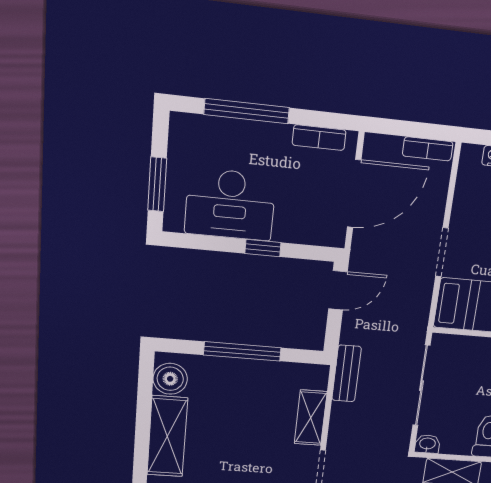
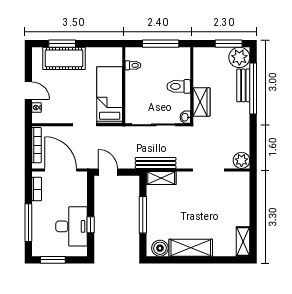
bookcase: (428, 149) -> (36, 145), width x1.56
window: (157, 184) -> (53, 260), moved
window: (263, 248) -> (91, 225), moved
bench: (347, 373) -> (156, 163), width x1.36
shelving: (311, 418) -> (161, 178), moved

